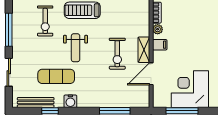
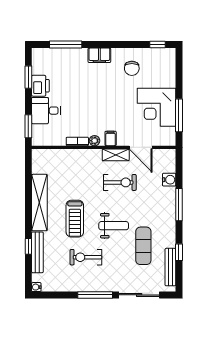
exercise bike: (45, 21) -> (86, 257), turned 180
sliding door: (9, 72) -> (139, 295), width x1.37
water cooler: (70, 101) -> (169, 180), moved
window: (115, 111) -> (179, 205), moved

